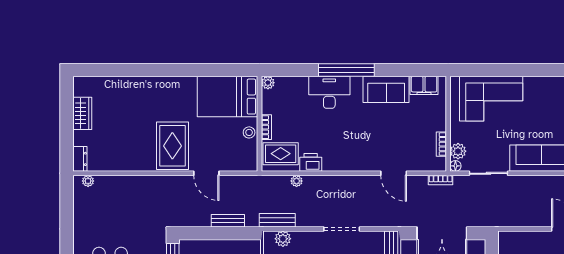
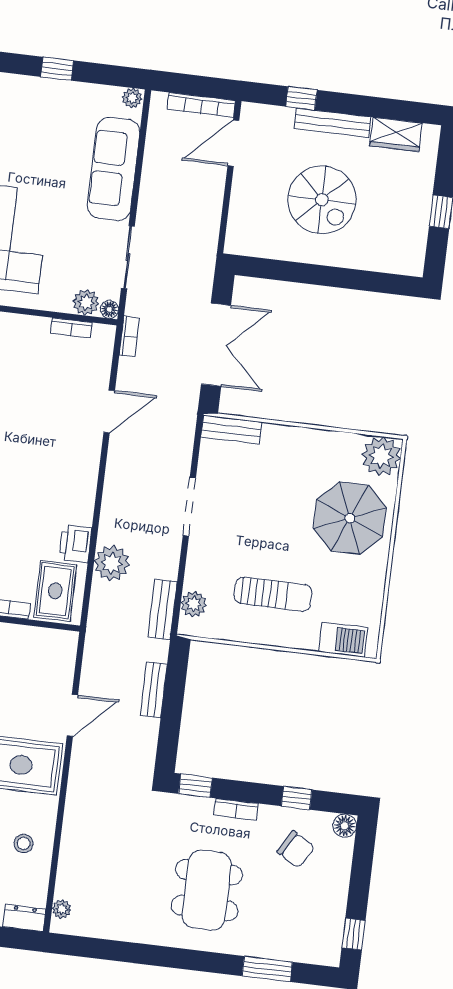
stool: (249, 132) -> (24, 843), moved
plant: (297, 181) -> (112, 563), width x1.88, depth x1.88

